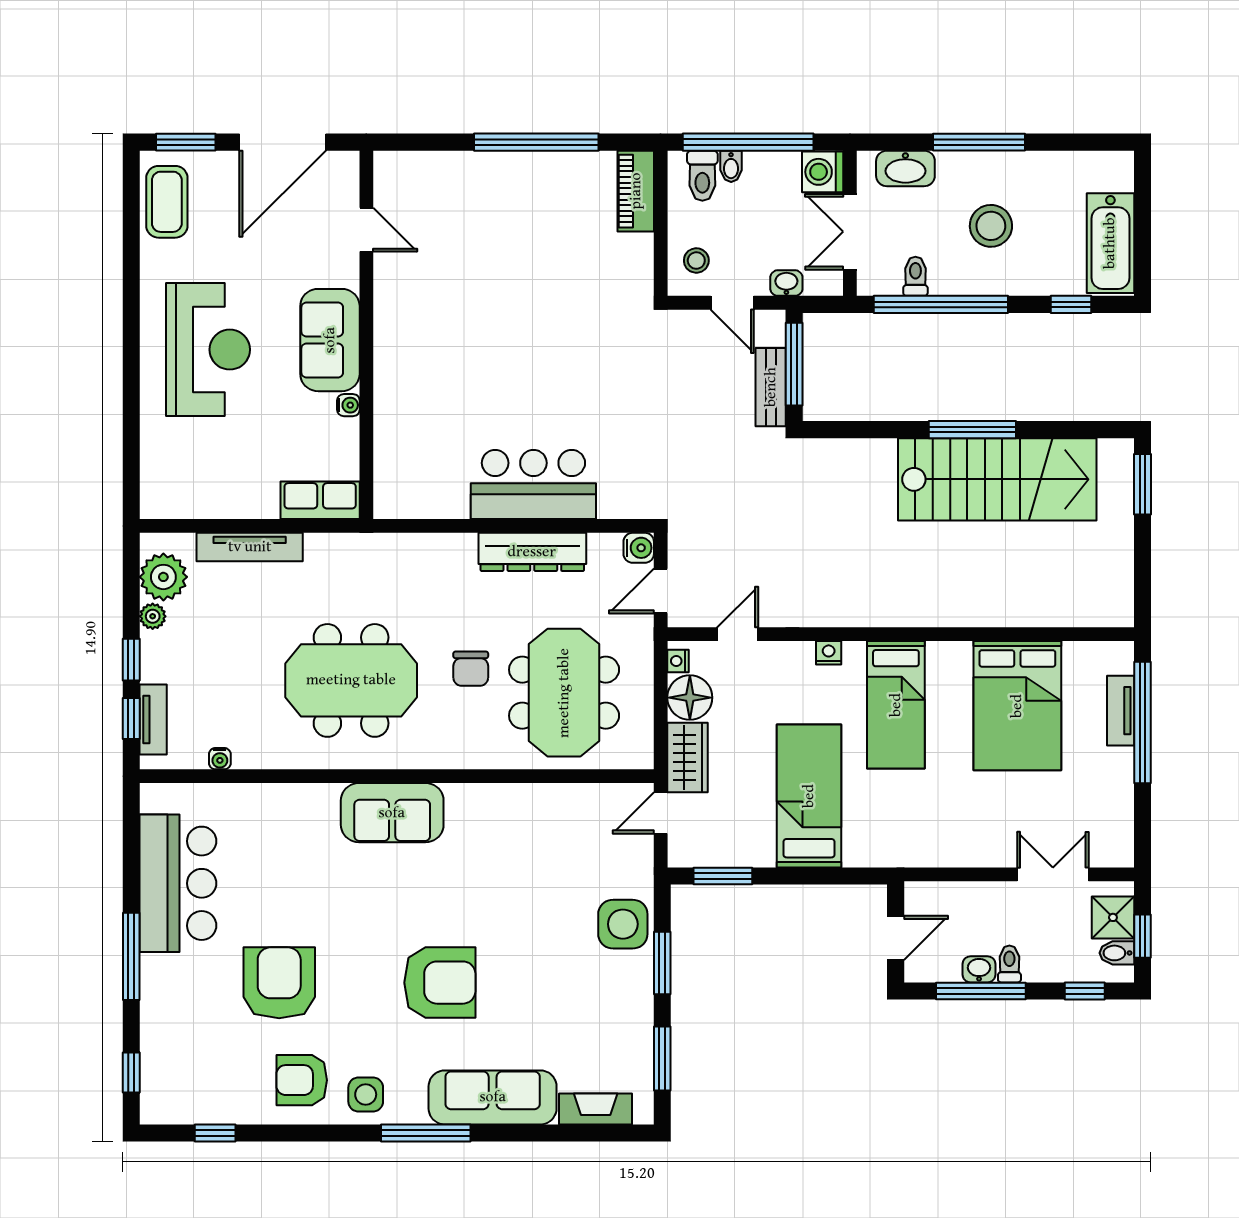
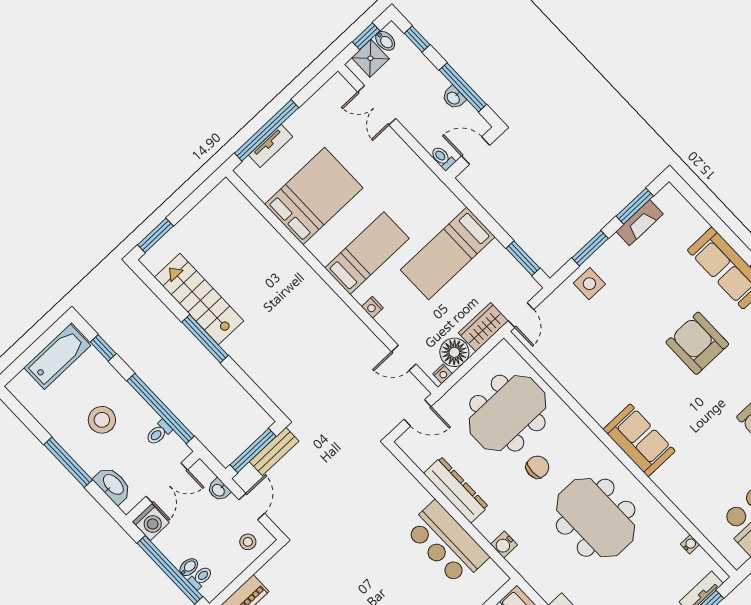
toilet: (702, 176) -> (201, 578), width x0.73, depth x0.72
stairs: (997, 479) -> (199, 299), width x0.73, depth x0.66
bar counter: (533, 485) -> (447, 543), moved
water cooler: (639, 548) -> (504, 545), moved, turned -90
door: (661, 813) -> (521, 315), hinge flipped
side table: (623, 924) -> (589, 284), width x0.73, depth x0.73
toilet: (1009, 964) -> (443, 158), moved, turned 90
fireplace: (596, 1109) -> (640, 223), moved, turned -90

